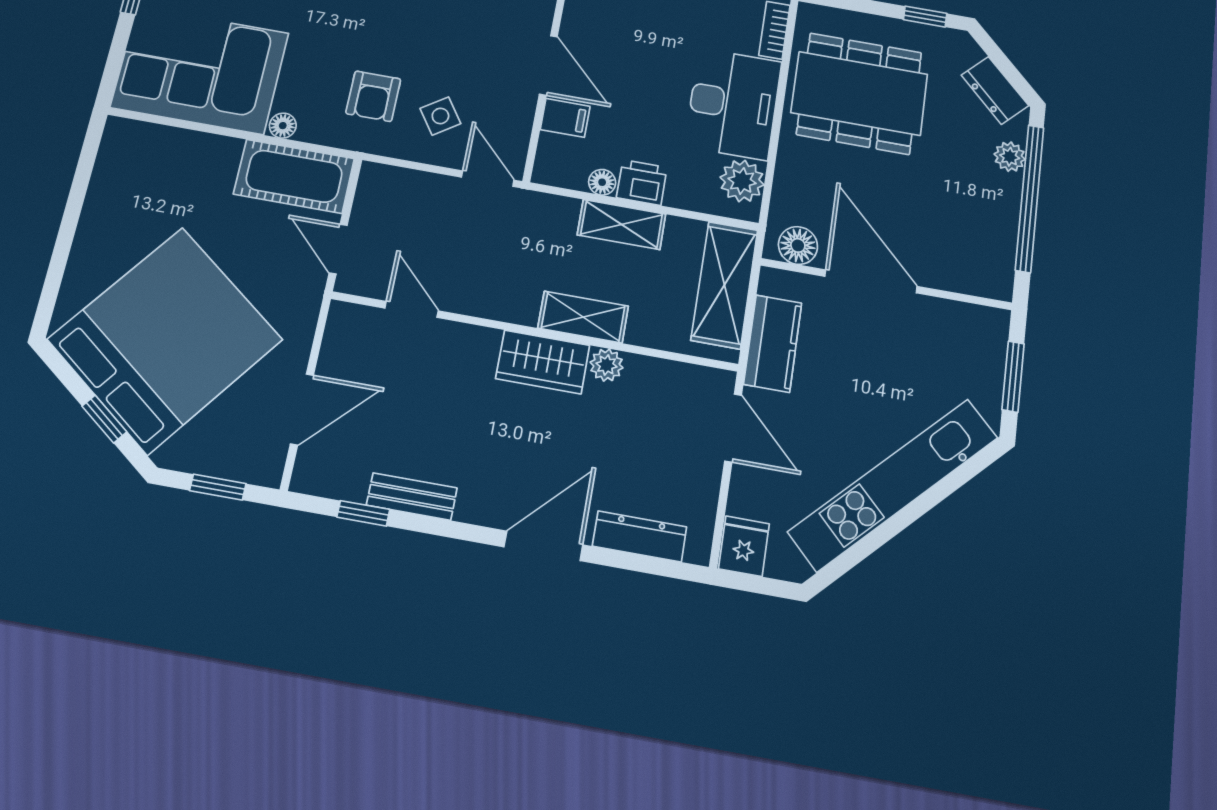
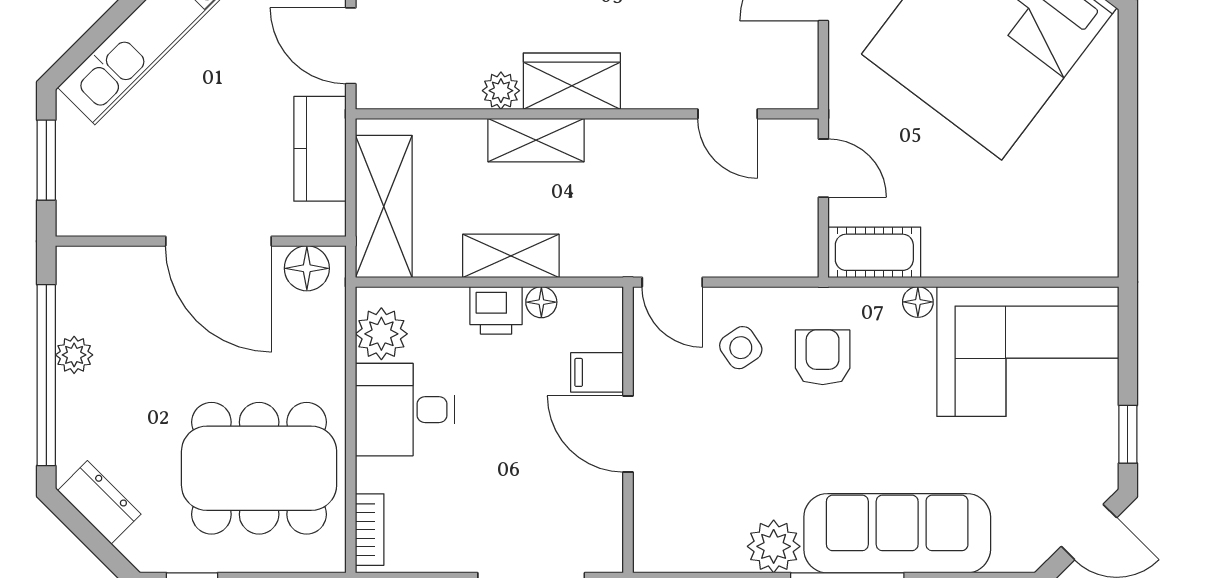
desk: (733, 104) -> (405, 410), width x0.73
plant: (1010, 157) -> (74, 355), moved
cot: (294, 176) -> (874, 252), width x0.73, depth x0.75

